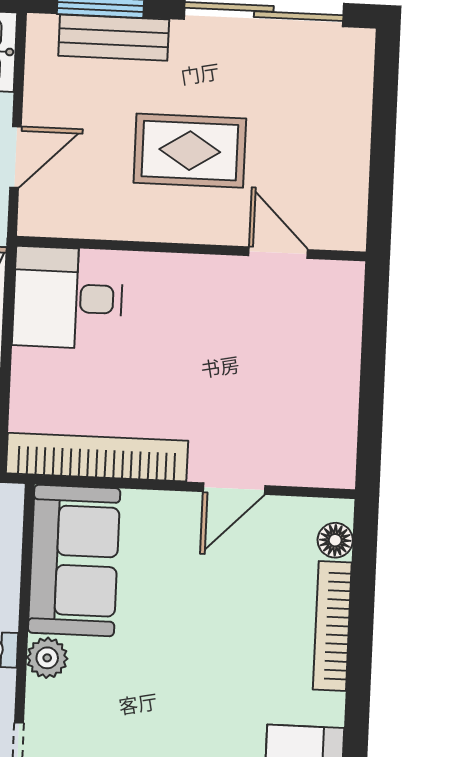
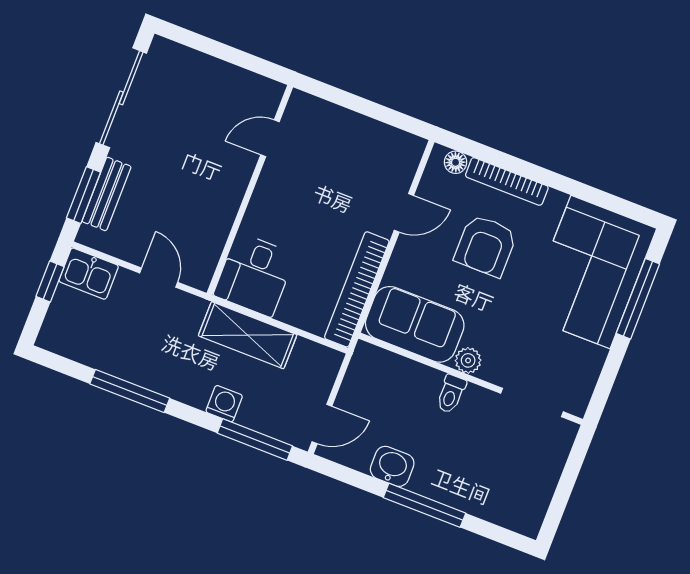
rug: (190, 151) -> (190, 171), removed
door: (234, 489) -> (404, 213), hinge flipped
armchair: (226, 627) -> (486, 246), added

